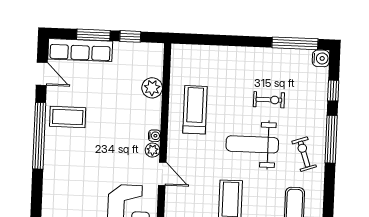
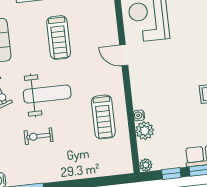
water cooler: (154, 136) -> (139, 115), moved
plant: (153, 150) -> (146, 165), moved

